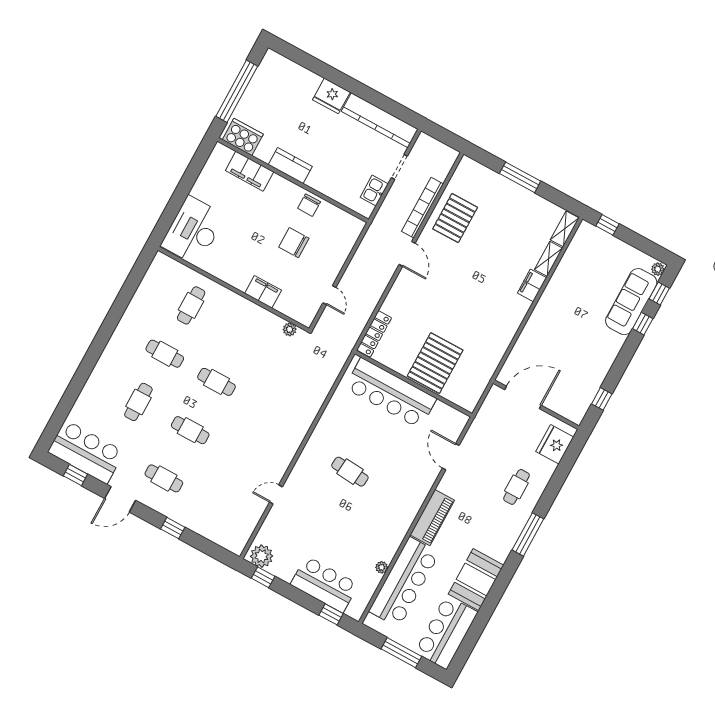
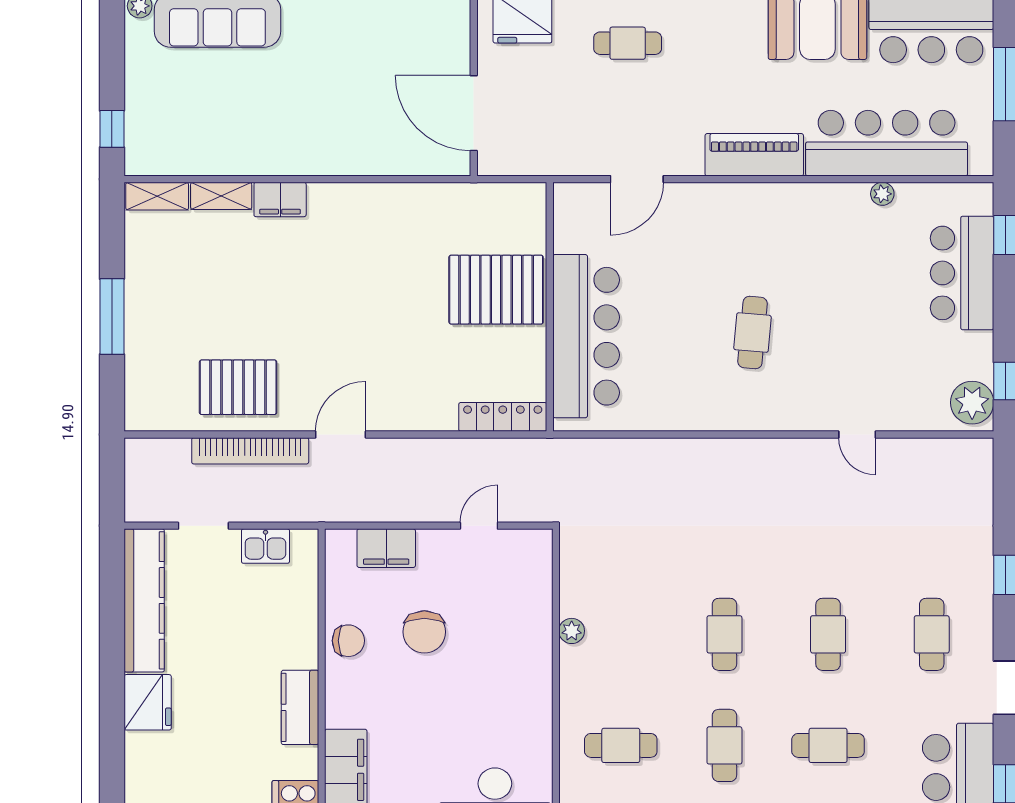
filing cabinet: (263, 292) -> (386, 548), moved, turned -90
plant: (290, 329) -> (572, 631), moved

